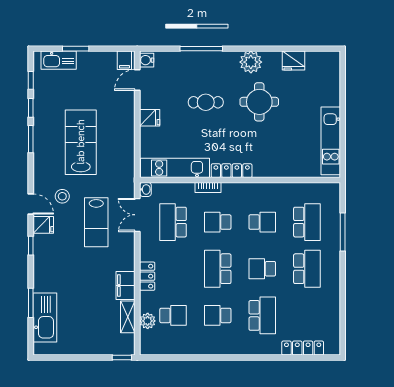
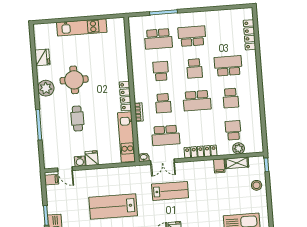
water cooler: (147, 60) -> (80, 161), moved
kitchen unit: (331, 141) -> (82, 27), moved
stool: (62, 196) -> (257, 185), moved
school desk: (307, 222) -> (158, 39), turned 180
locker: (147, 276) -> (201, 152), width x1.53
filing cabinet: (125, 285) -> (219, 166), width x0.50

